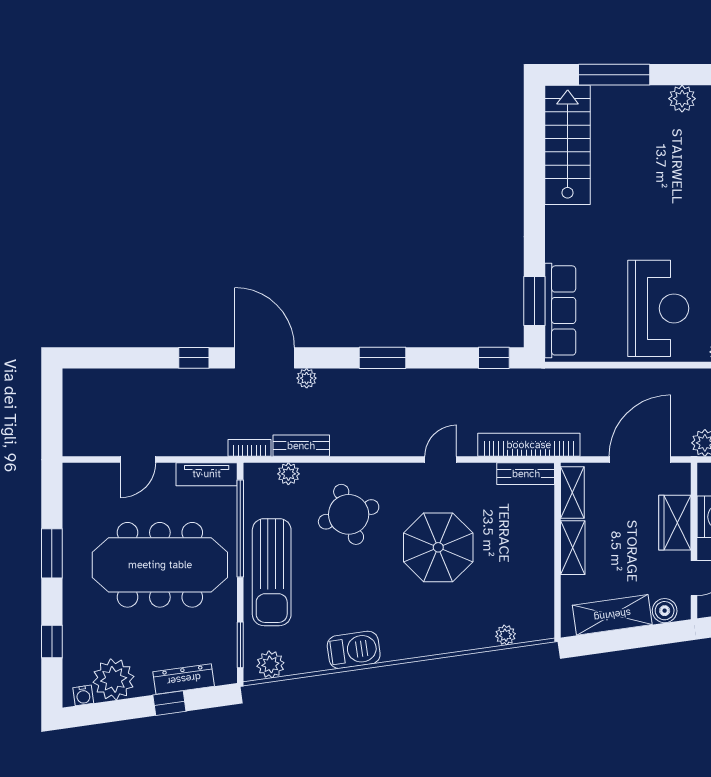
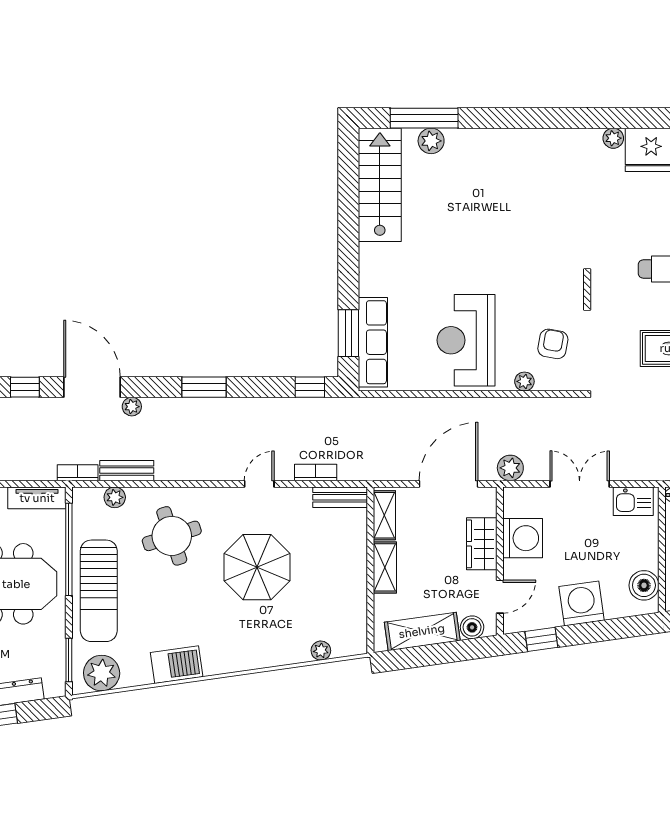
plant: (682, 99) -> (431, 141), moved
reception desk: (658, 308) -> (466, 340), turned 180
bookcase: (529, 445) -> (316, 472), width x0.43, depth x0.76
plant: (270, 664) -> (102, 673), width x1.36, depth x1.36

